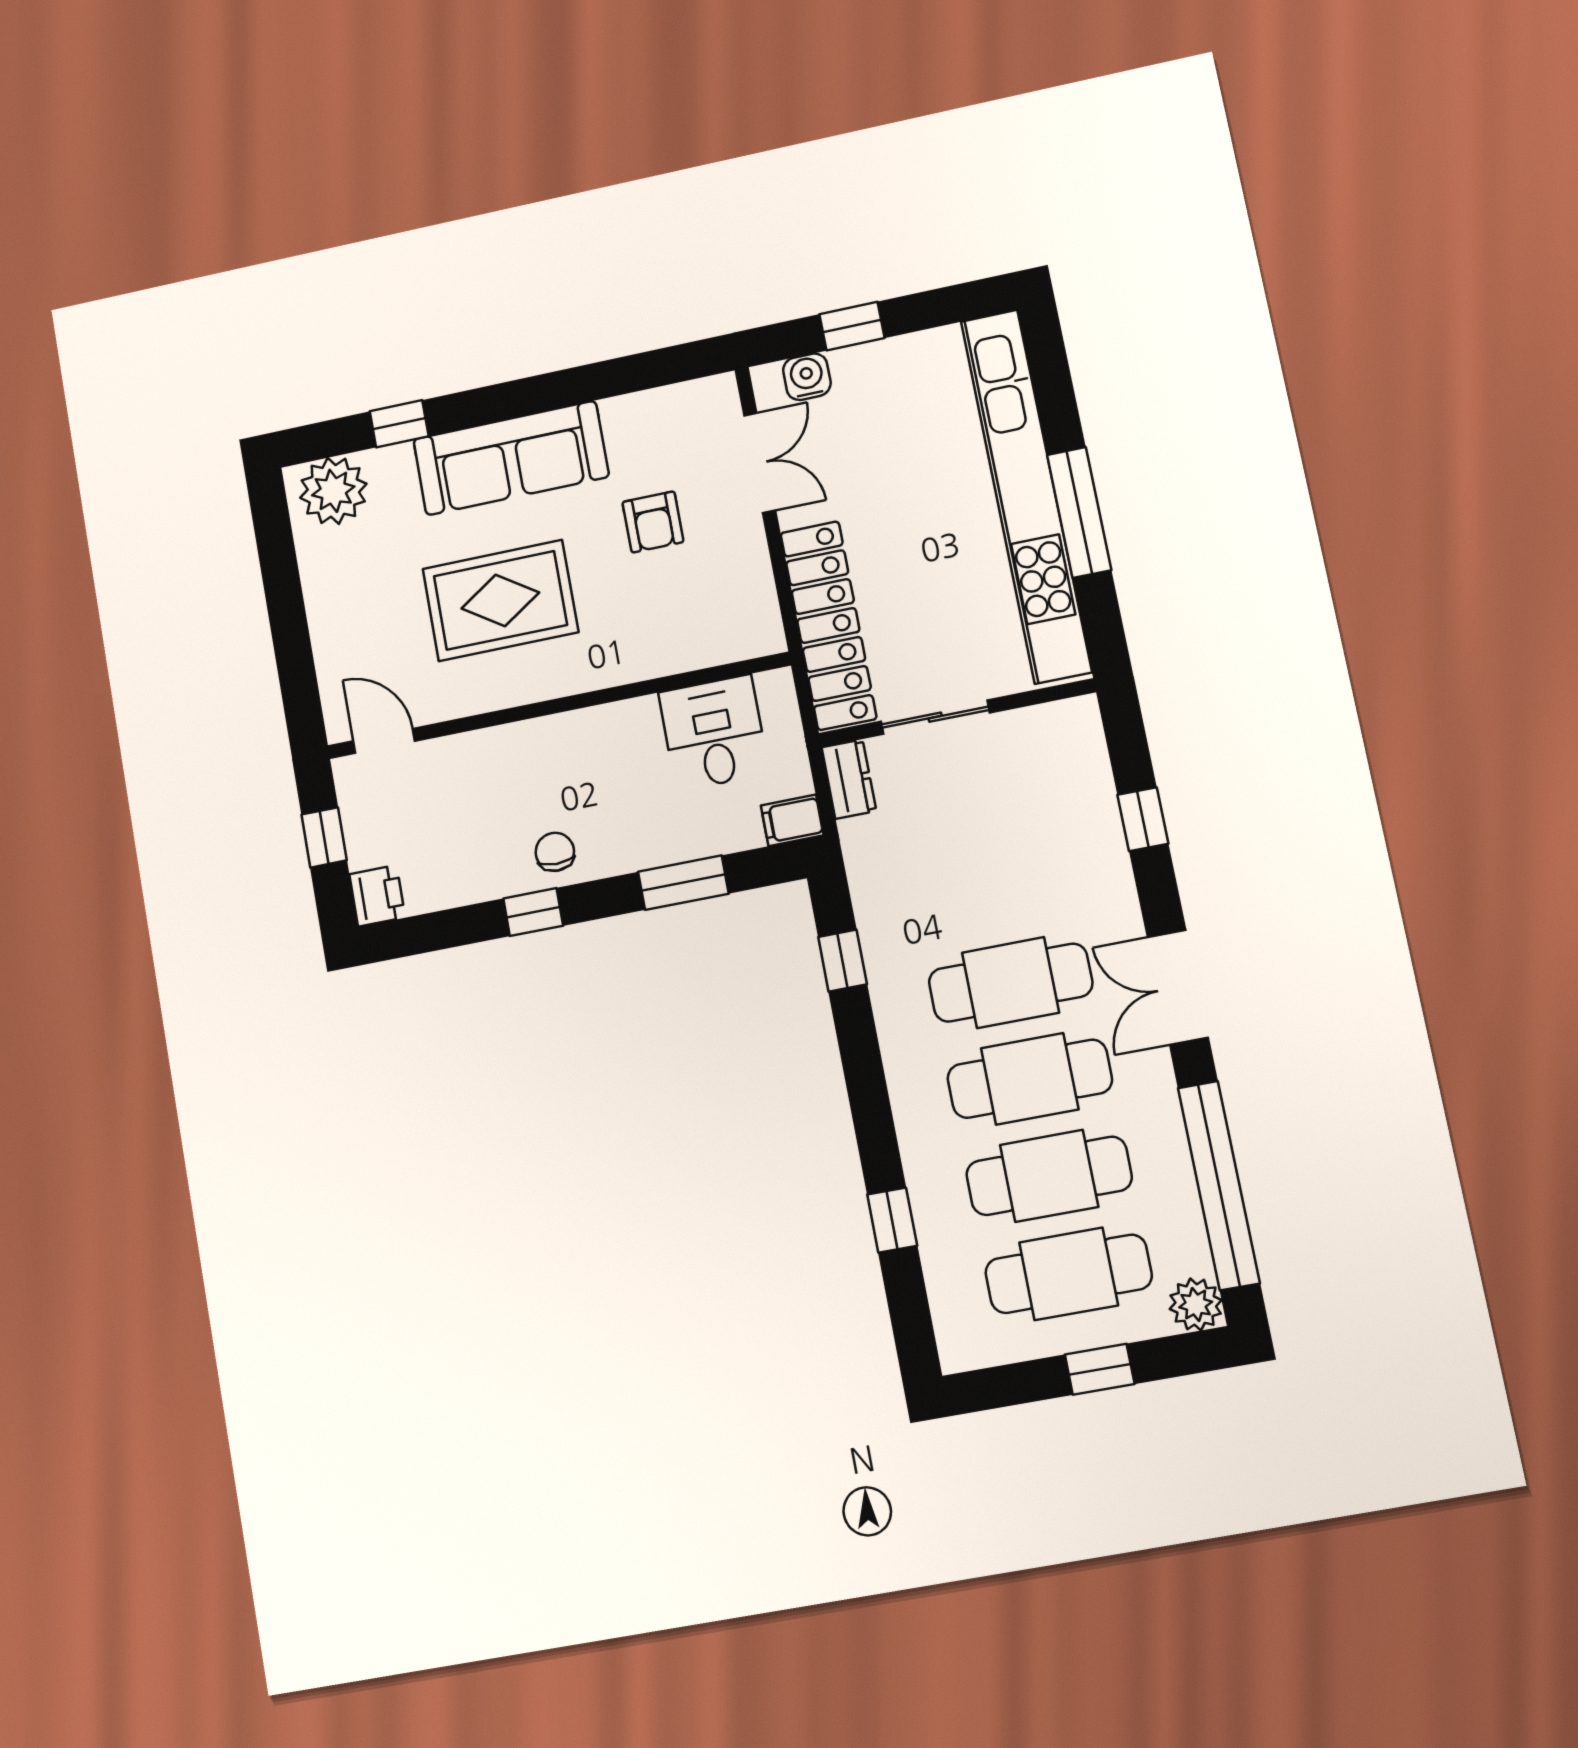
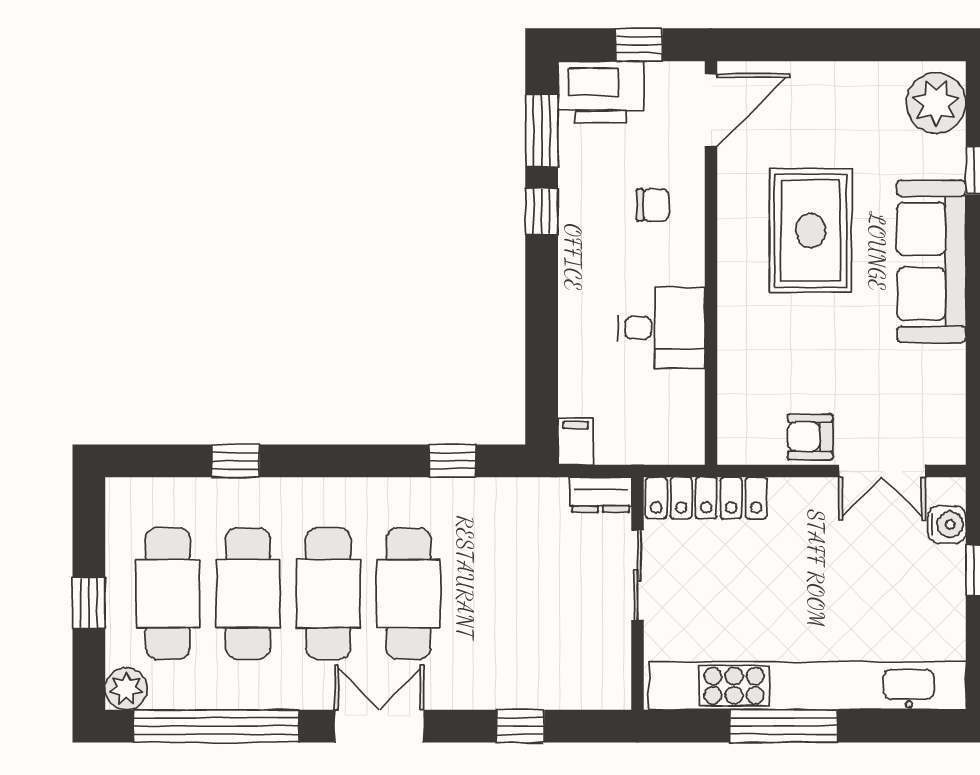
armchair: (653, 522) -> (810, 437), moved
locker: (828, 625) -> (706, 498), width x0.71, depth x0.83
desk: (714, 733) -> (661, 328), moved
door: (384, 741) -> (711, 110), width x1.38
chair: (555, 852) -> (653, 205), moved
window: (683, 883) -> (542, 130), moved
printer: (377, 896) -> (601, 92), width x1.87, depth x1.48

